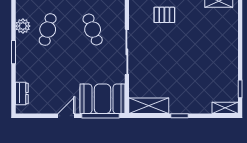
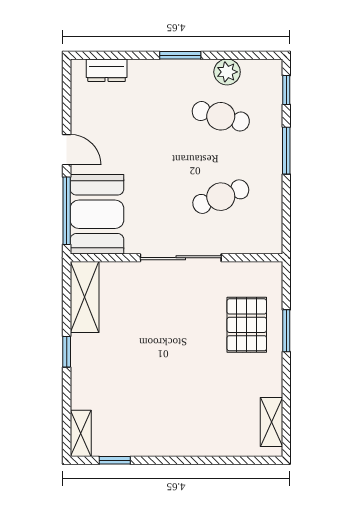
pallet: (164, 15) -> (247, 325), width x1.50, depth x1.42

